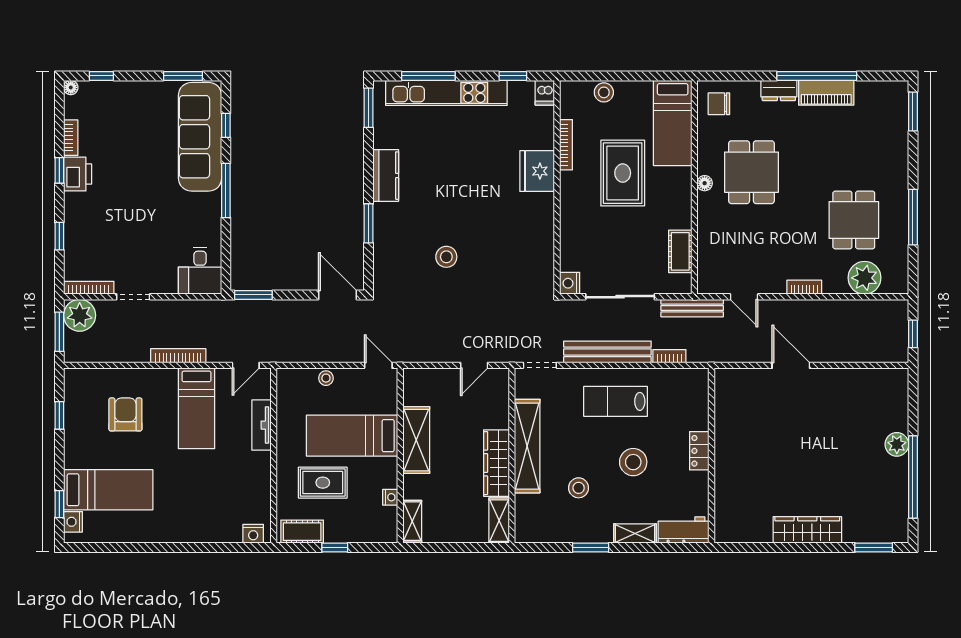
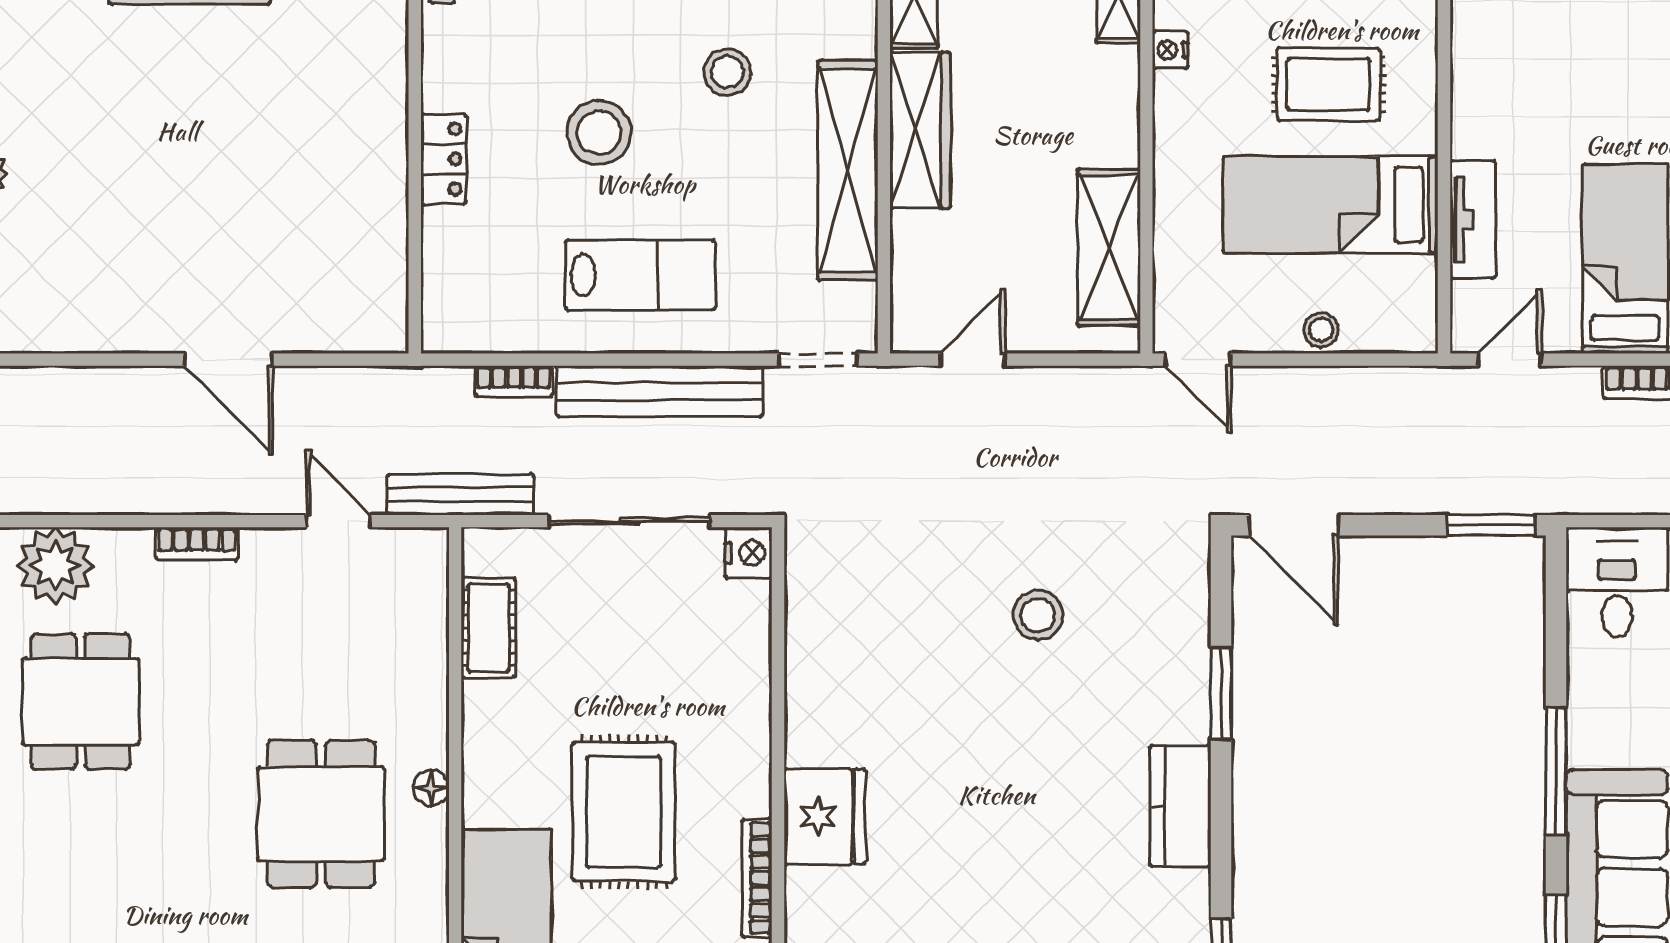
bed: (352, 436) -> (1331, 205), moved, turned 180
shelving: (416, 440) -> (1109, 247), moved

